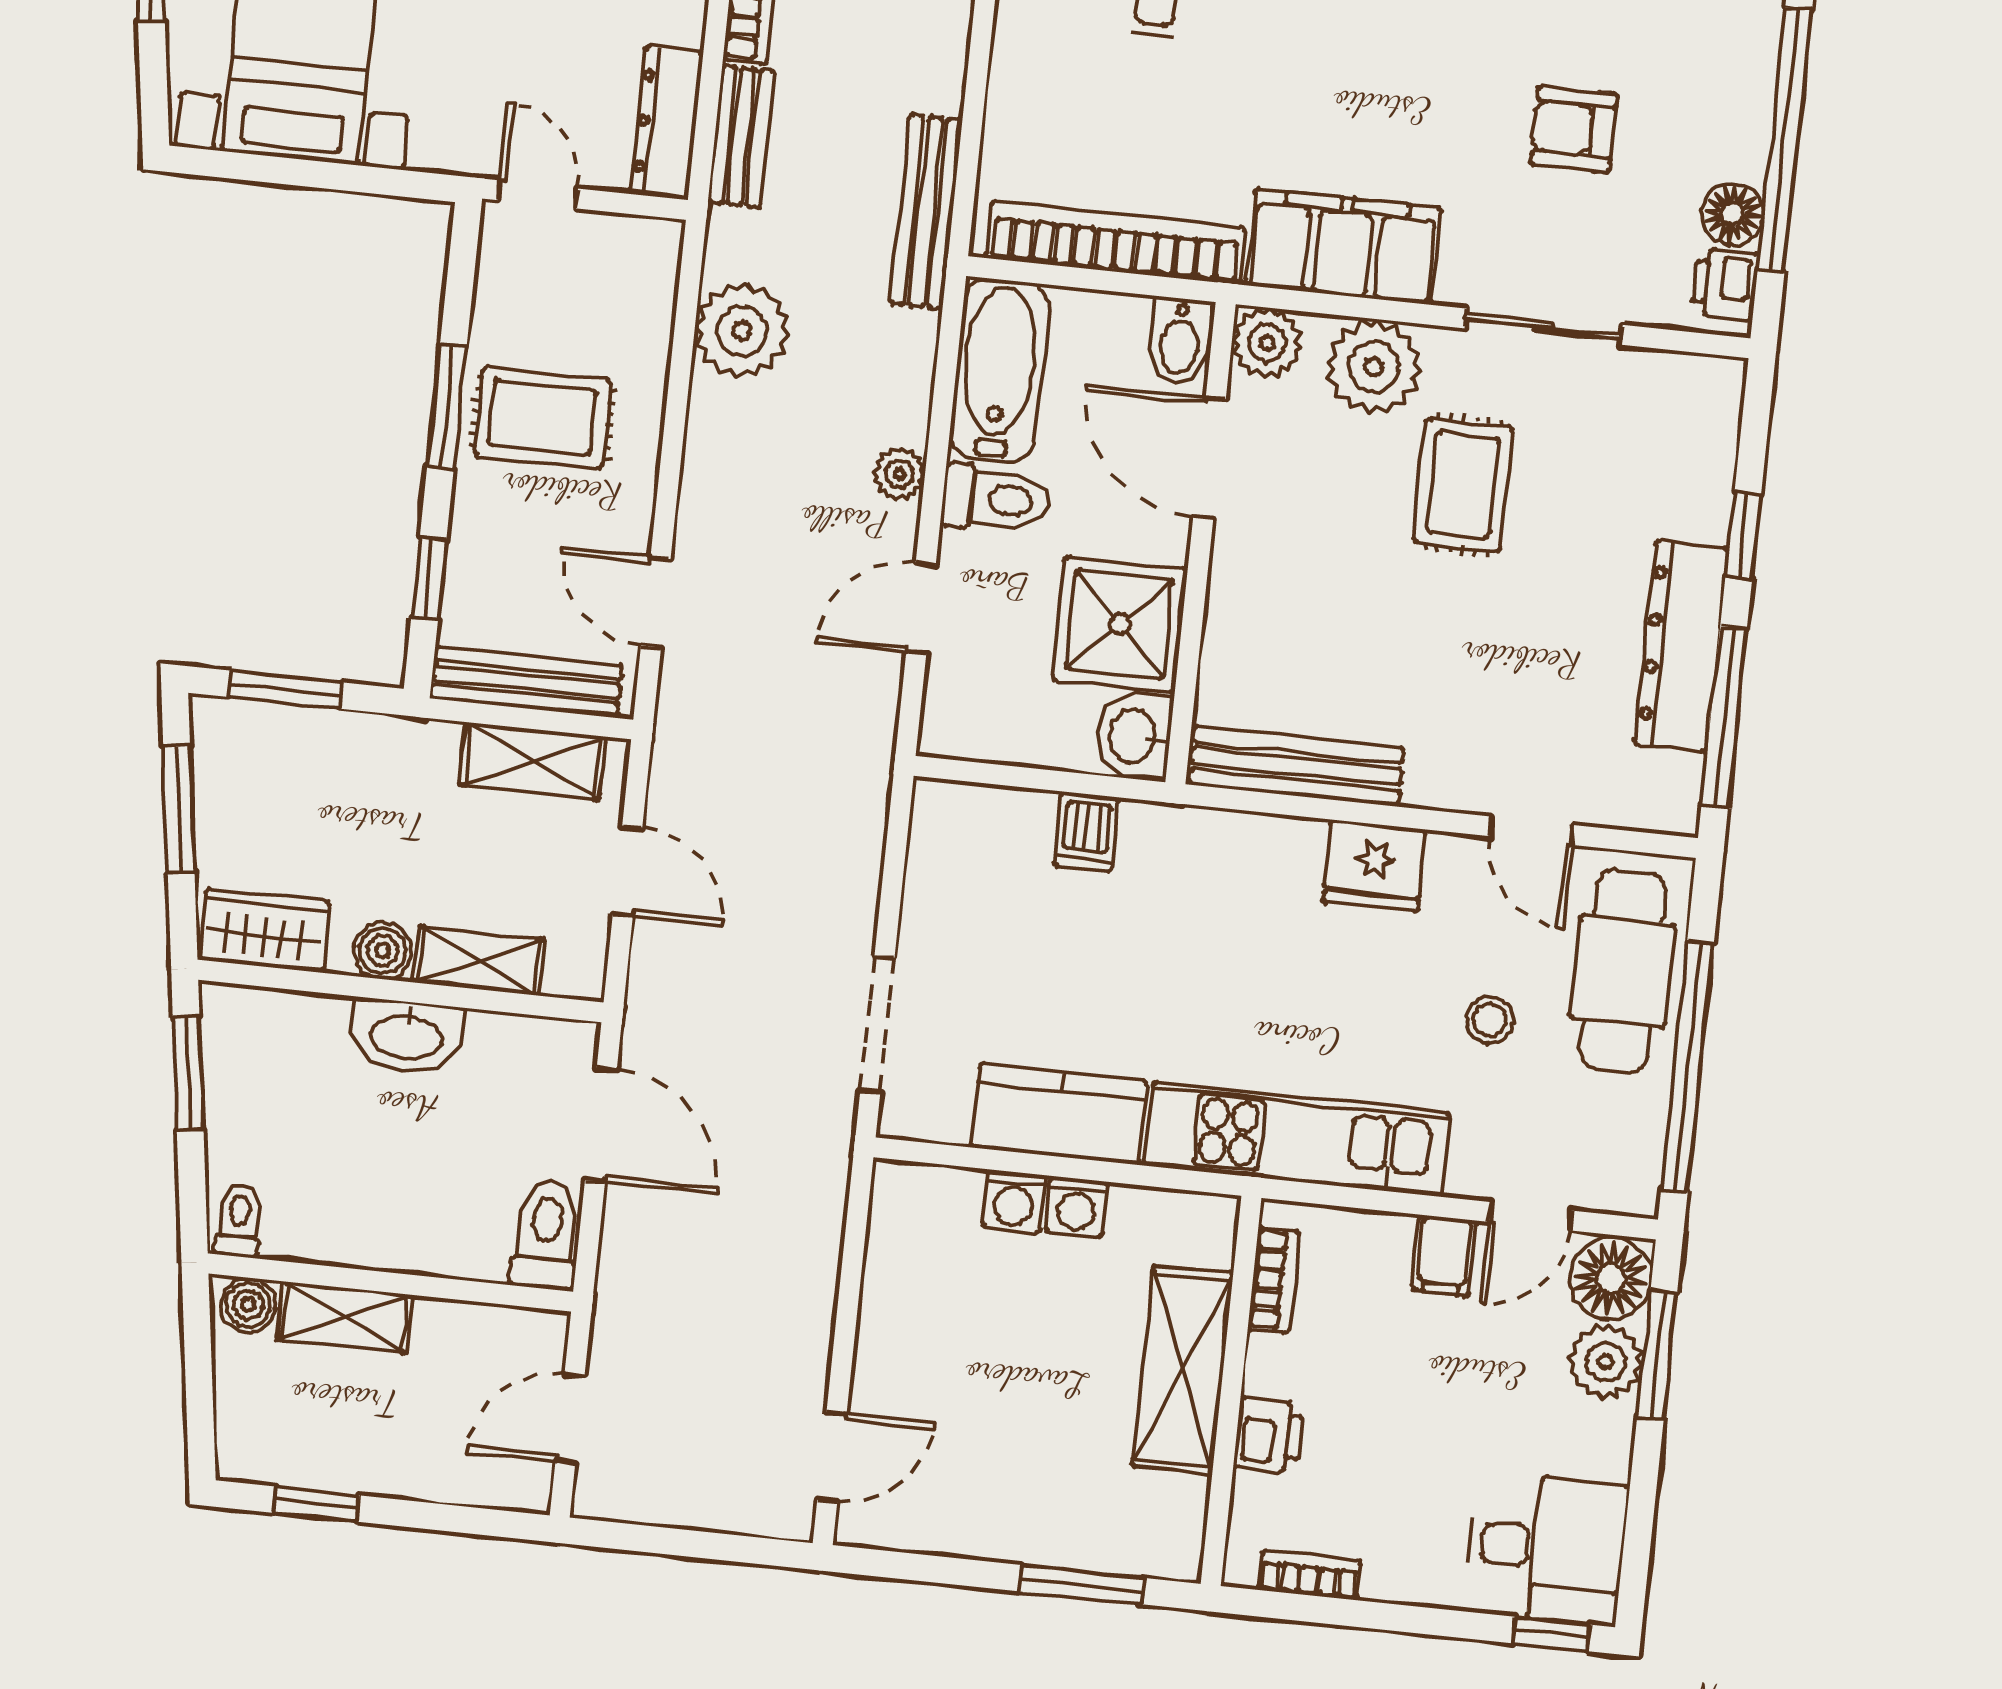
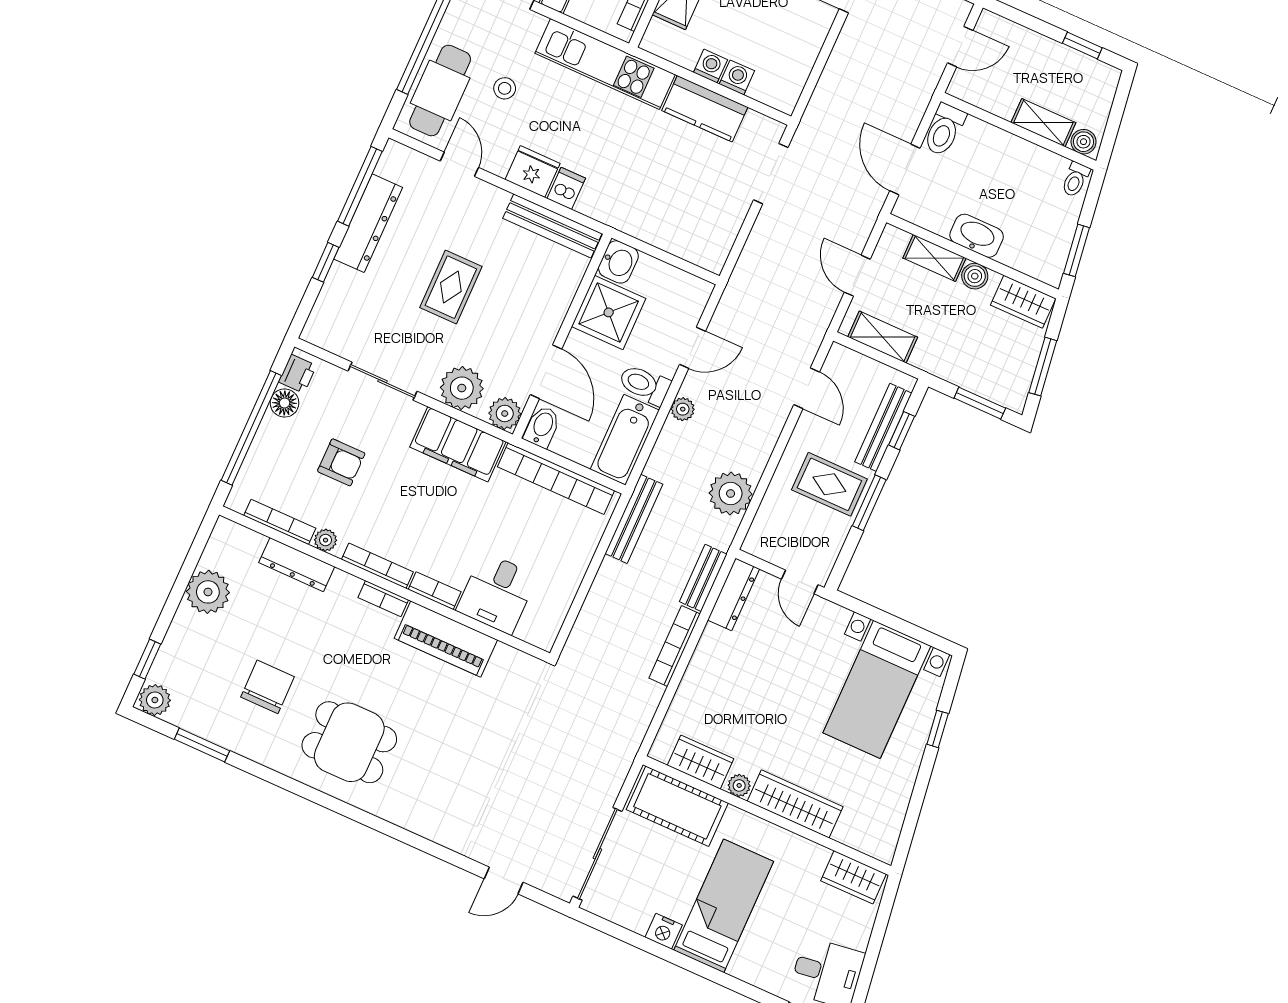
rug: (1463, 485) -> (451, 287), moved
bench: (526, 682) -> (883, 427), moved, turned 90
dishwasher: (1087, 832) -> (566, 188), moved

